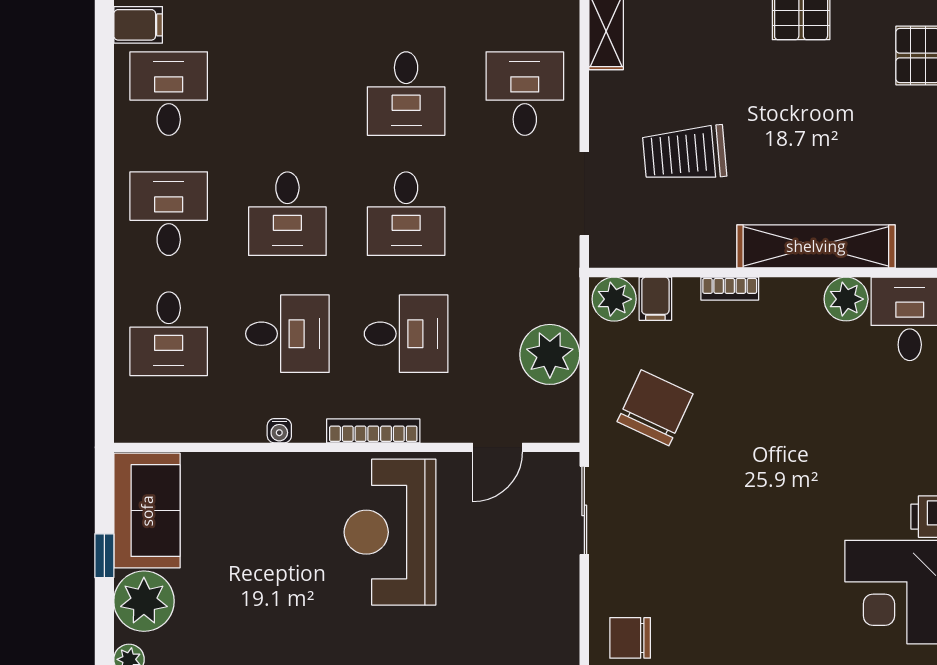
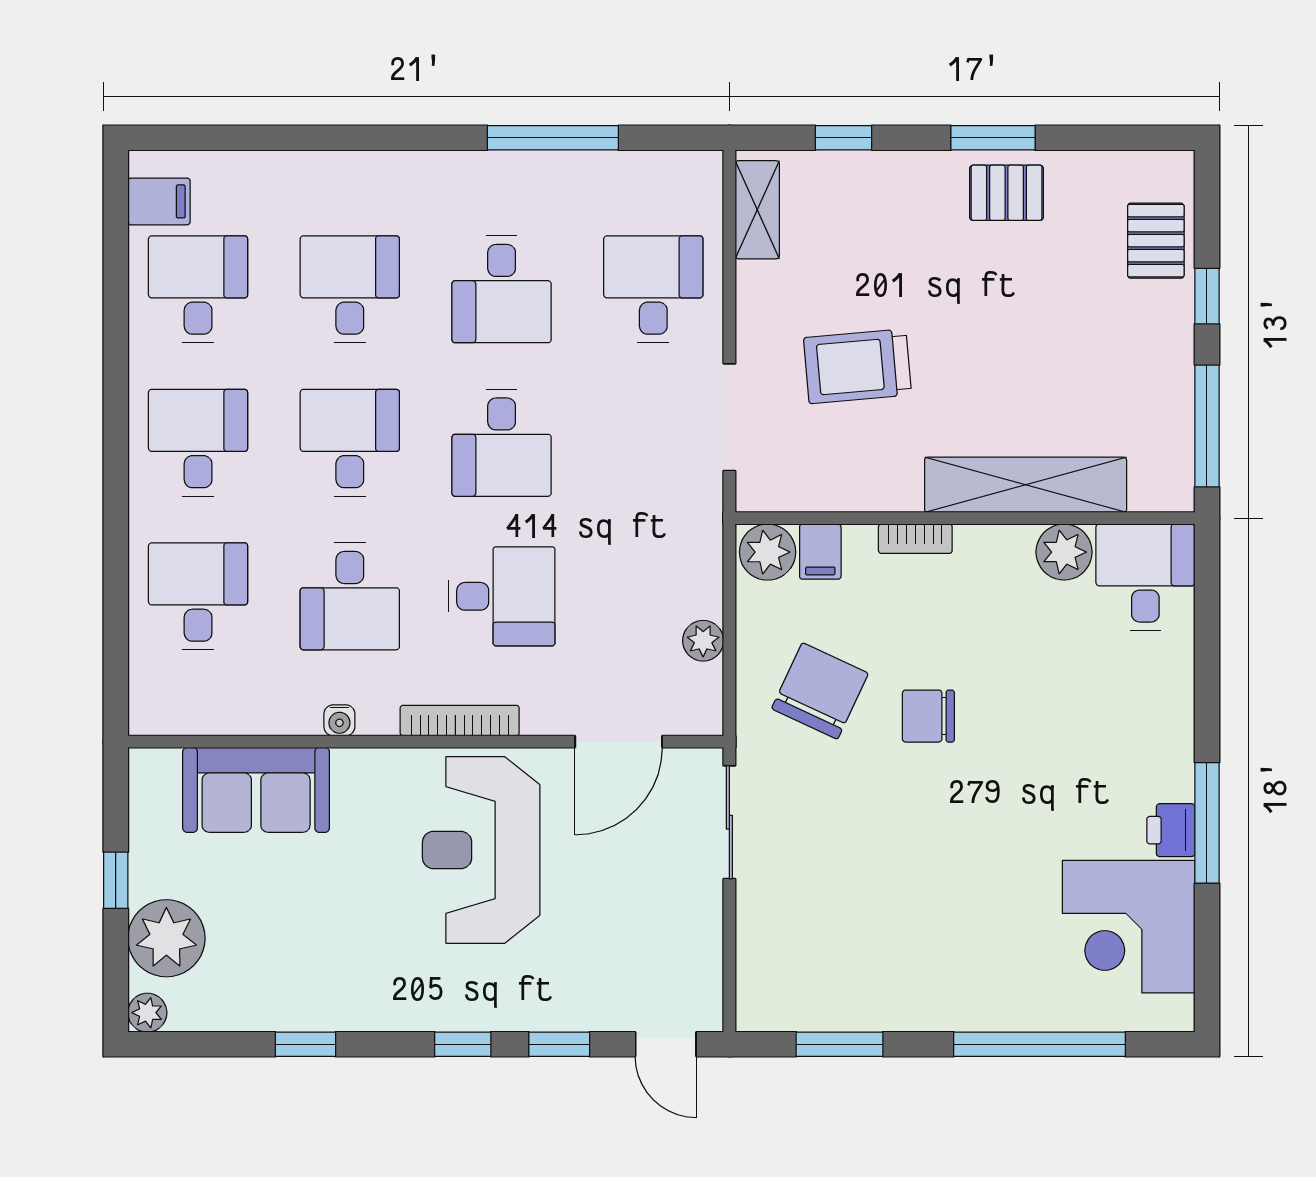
desk: (287, 94) -> (350, 289), added
desk: (287, 214) -> (350, 443), turned 180
desk: (169, 334) -> (198, 596), turned 180
desk: (287, 334) -> (350, 596), turned 90
plant: (550, 354) -> (703, 641), width x0.53, depth x0.53
door: (498, 447) -> (619, 742), width x1.38
sofa: (147, 511) -> (256, 790), moved, turned 90
chair: (630, 638) -> (928, 716), moved

